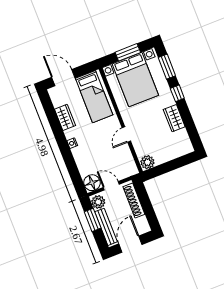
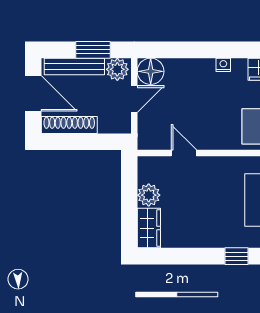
wardrobe: (174, 118) -> (149, 228), moved, turned 90
door: (126, 134) -> (184, 153), moved
plant: (147, 162) -> (149, 195), moved
shoe rack: (134, 200) -> (69, 125), moved

